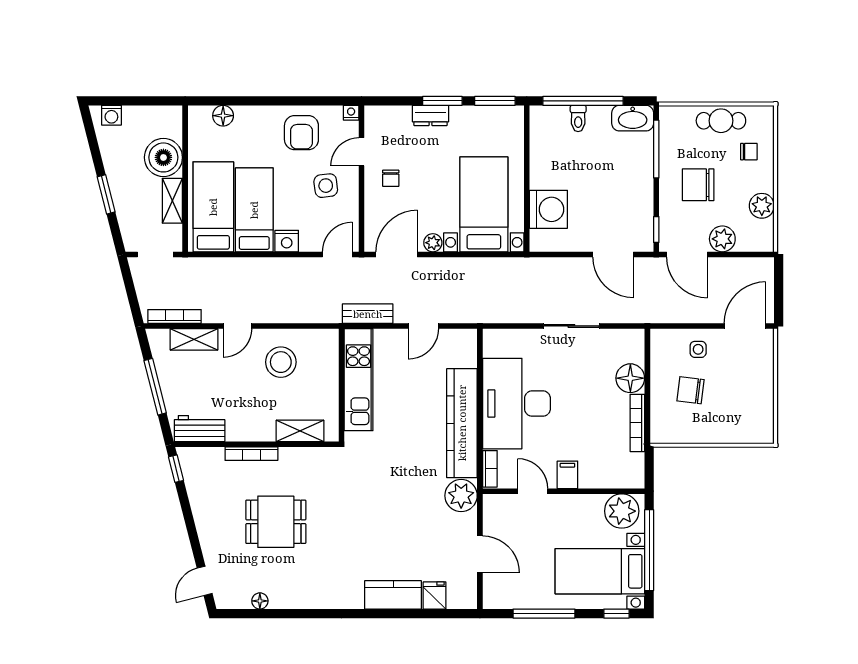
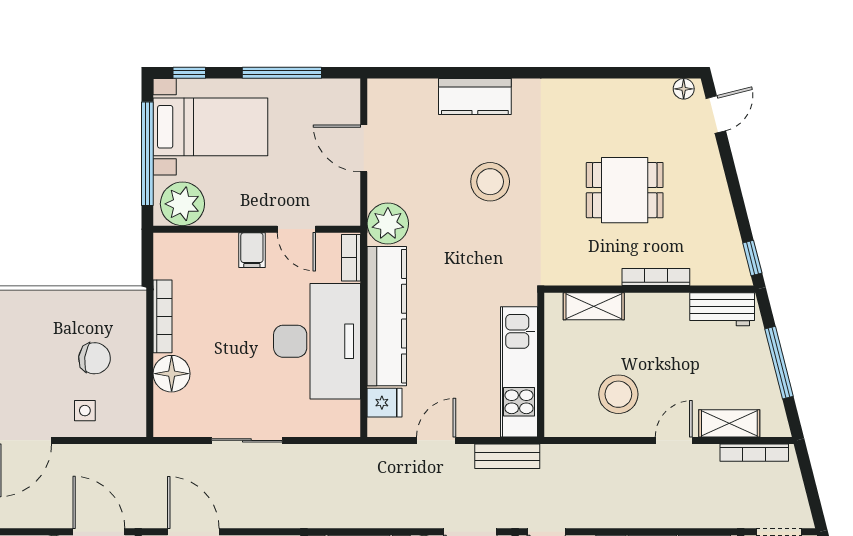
stool: (381, 528) -> (490, 182), added
fridge: (435, 595) -> (385, 403), moved, turned -90
floor lamp: (260, 601) -> (684, 89), moved

